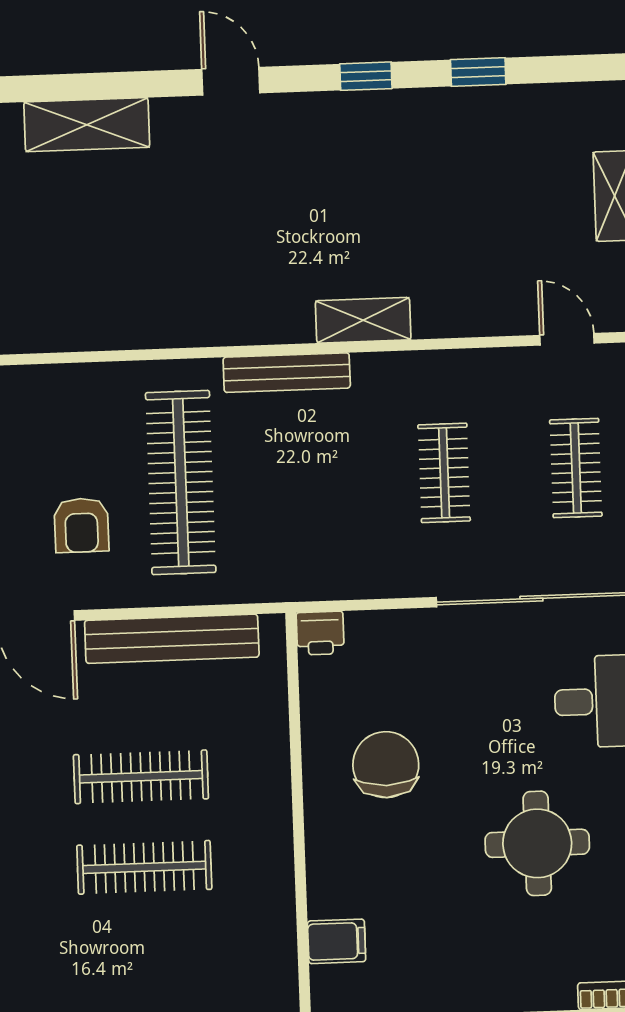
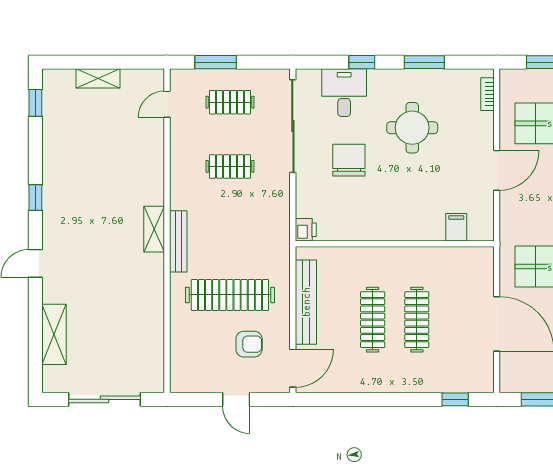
window: (478, 72) -> (35, 103), moved
shelving: (363, 320) -> (154, 229), moved
chair: (386, 765) -> (349, 160), moved, turned 90

